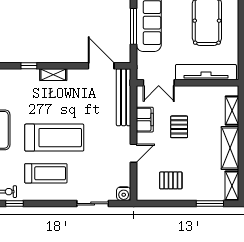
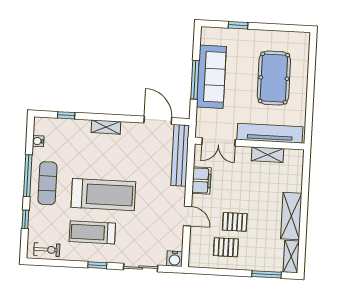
window: (29, 66) -> (66, 115), moved
shelving: (232, 111) -> (268, 155), moved, turned 90
pallet: (179, 127) -> (235, 222), moved, turned 90
door: (134, 153) -> (188, 216), hinge flipped
treadmill: (46, 173) -> (92, 232), turned 180
window: (15, 204) -> (97, 265), moved

